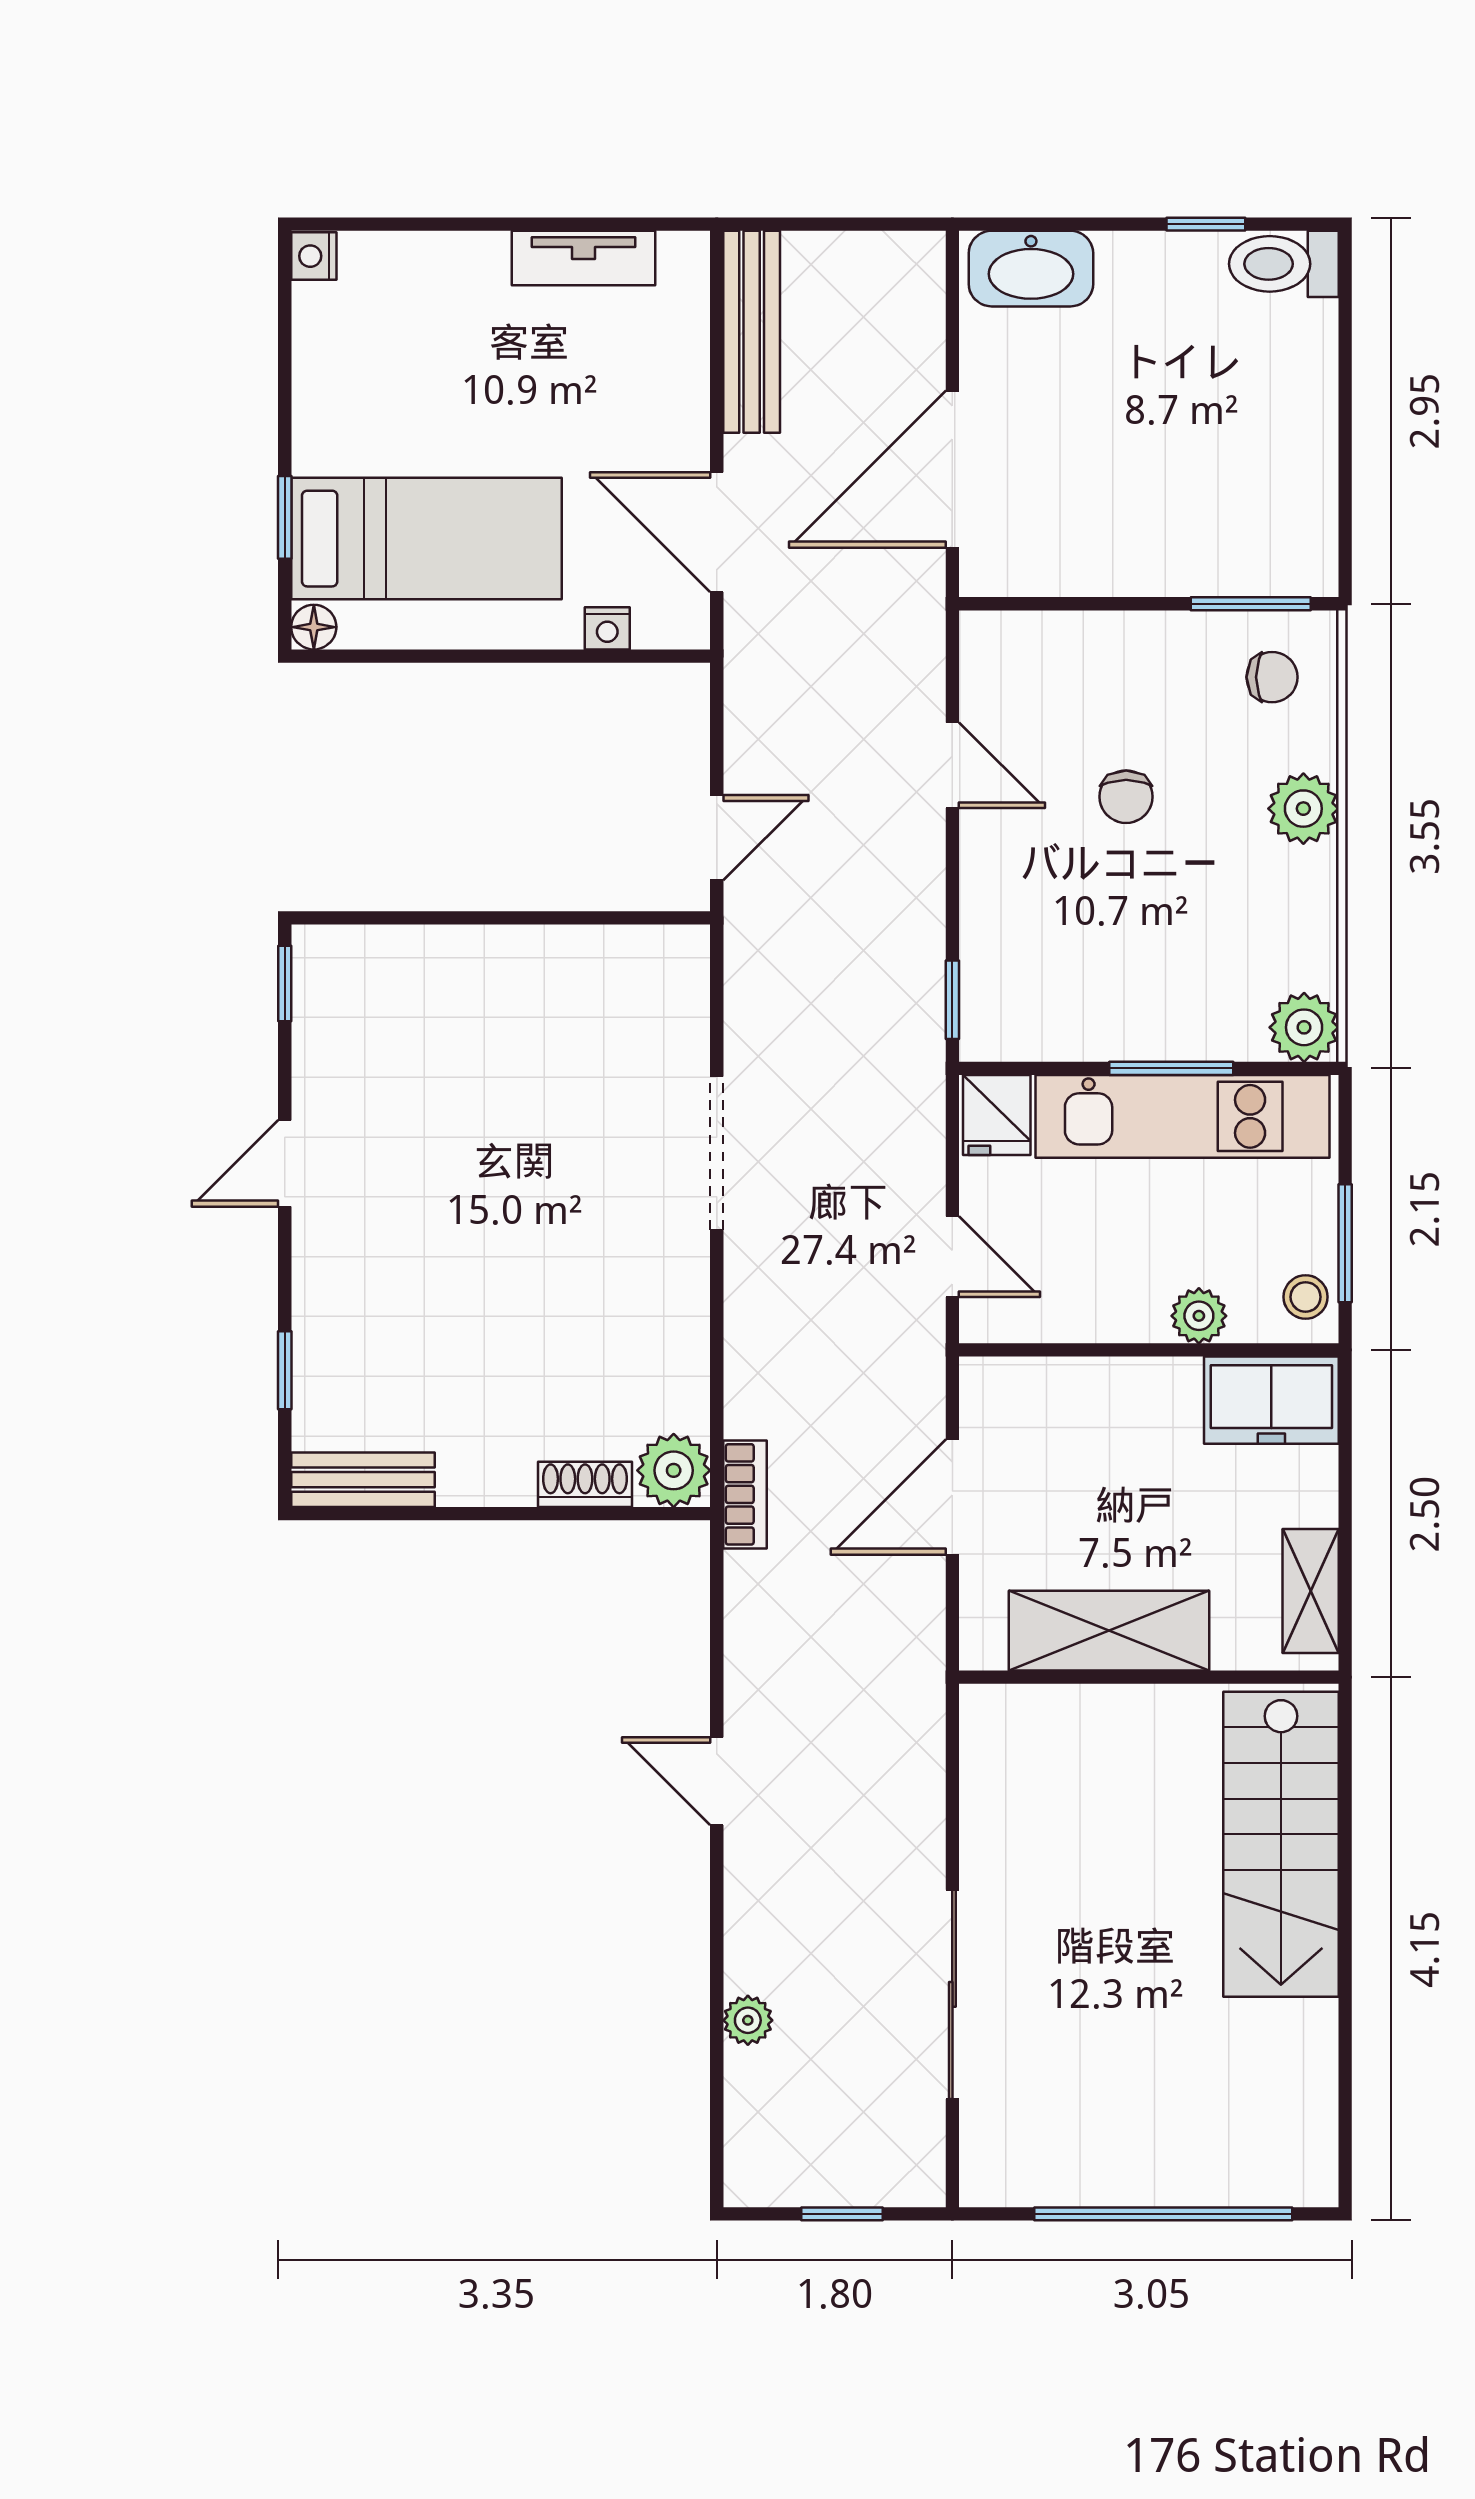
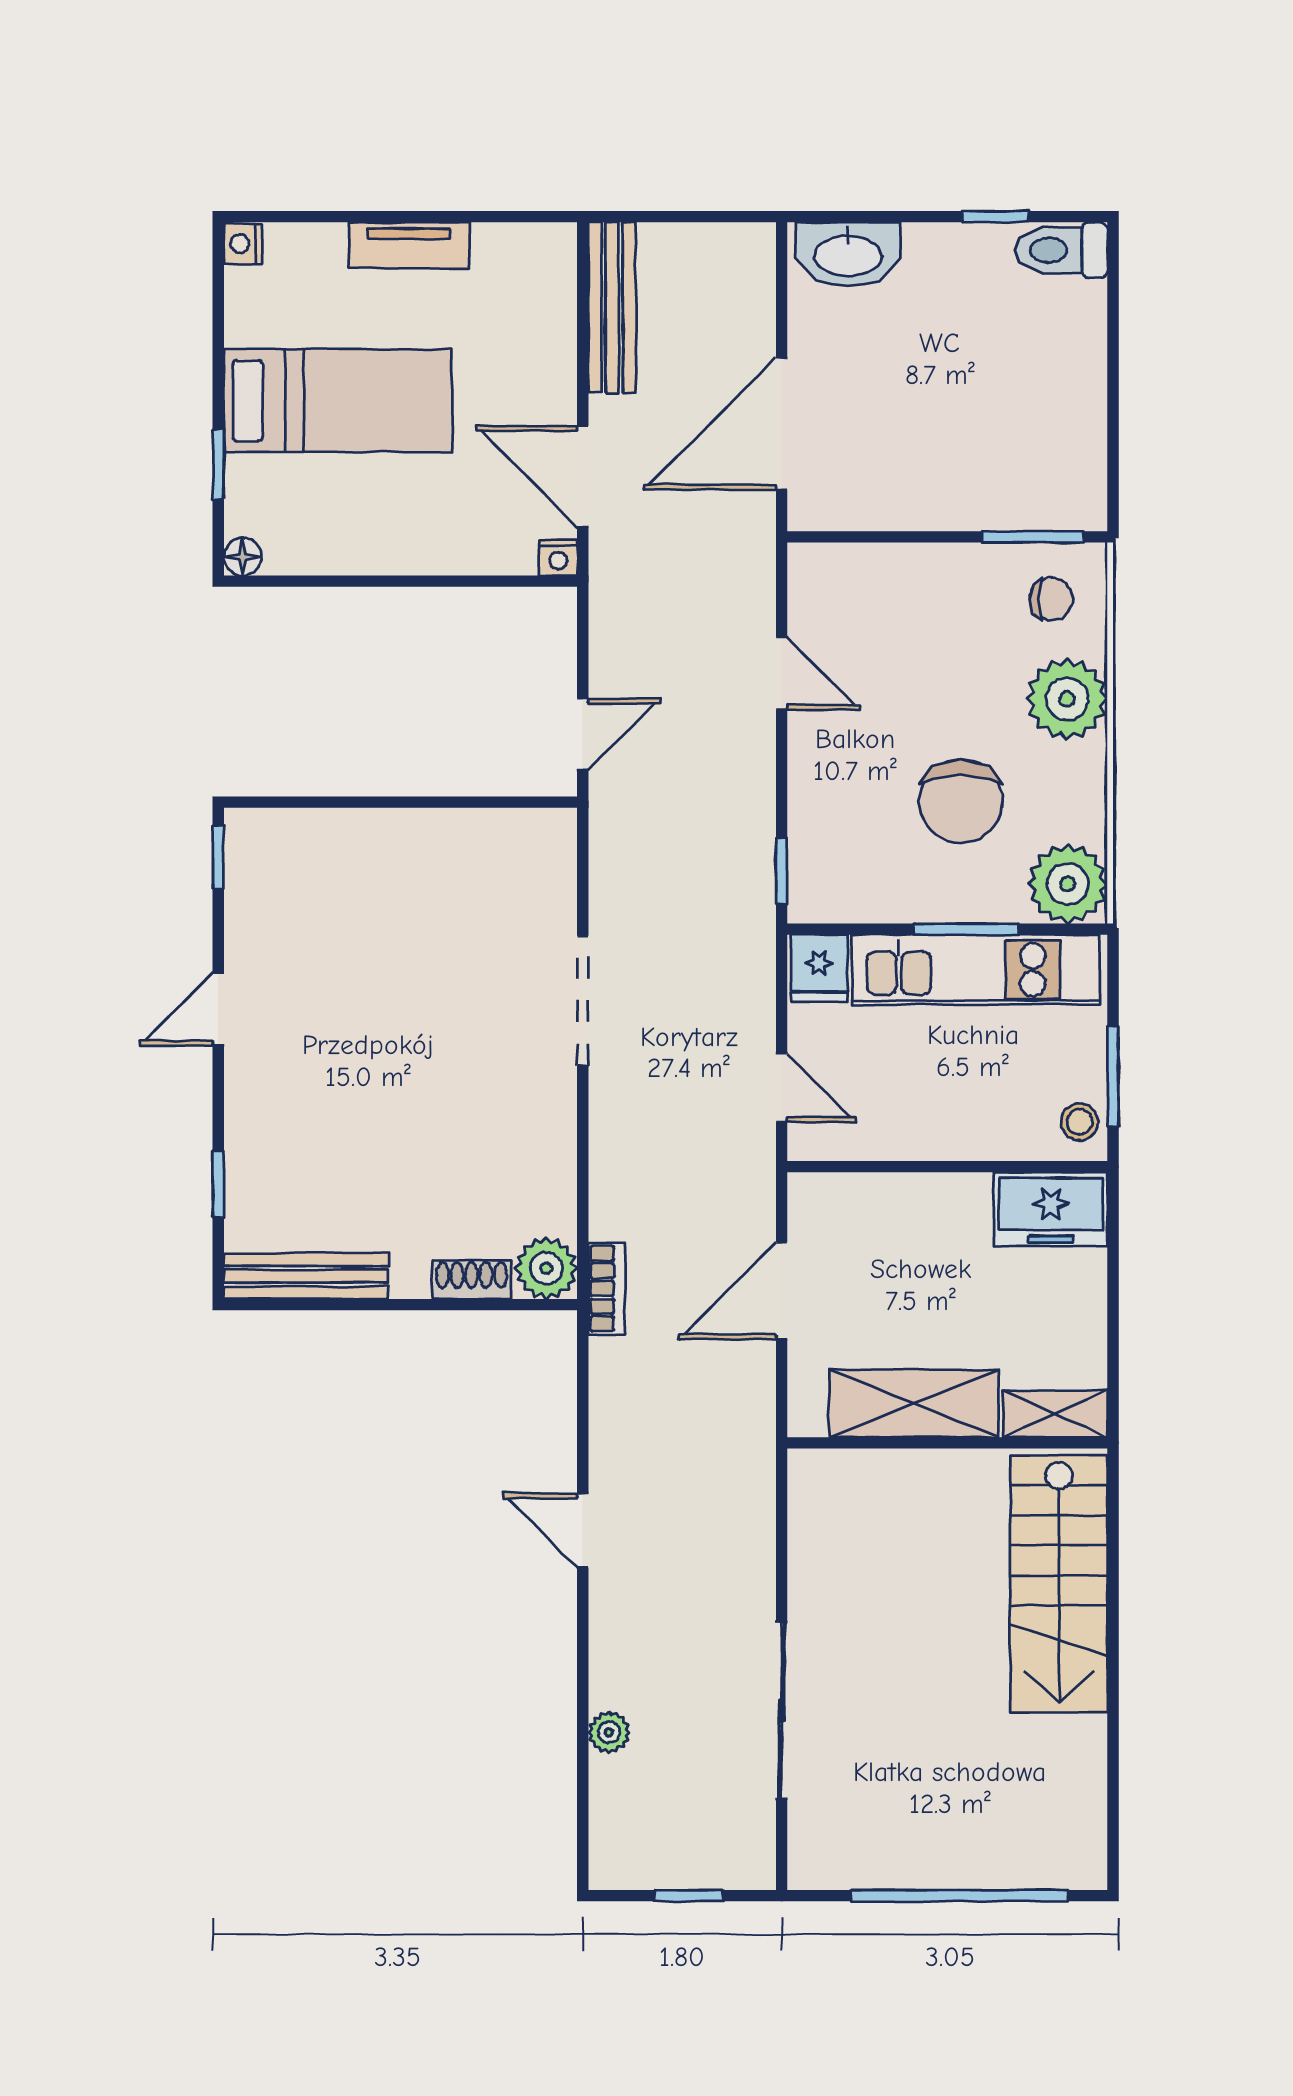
tv unit: (584, 258) -> (409, 245), moved
bed: (426, 539) -> (338, 401), moved
nightstand: (607, 628) -> (558, 558), moved
chair: (1126, 797) -> (961, 801), moved, width x1.87, depth x1.87
plant: (1303, 809) -> (1067, 699), width x1.36, depth x1.36
plant: (1304, 1027) -> (1068, 884), width x1.36, depth x1.36
plant: (1199, 1316) -> (990, 1138), removed
bench: (363, 1480) -> (306, 1276), width x1.36
shelving: (1311, 1591) -> (1055, 1414), moved, turned 90

